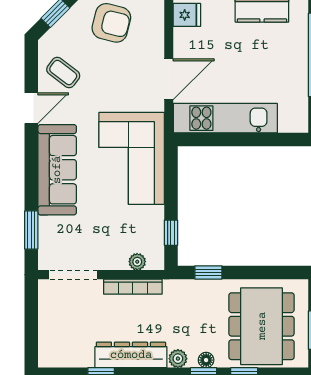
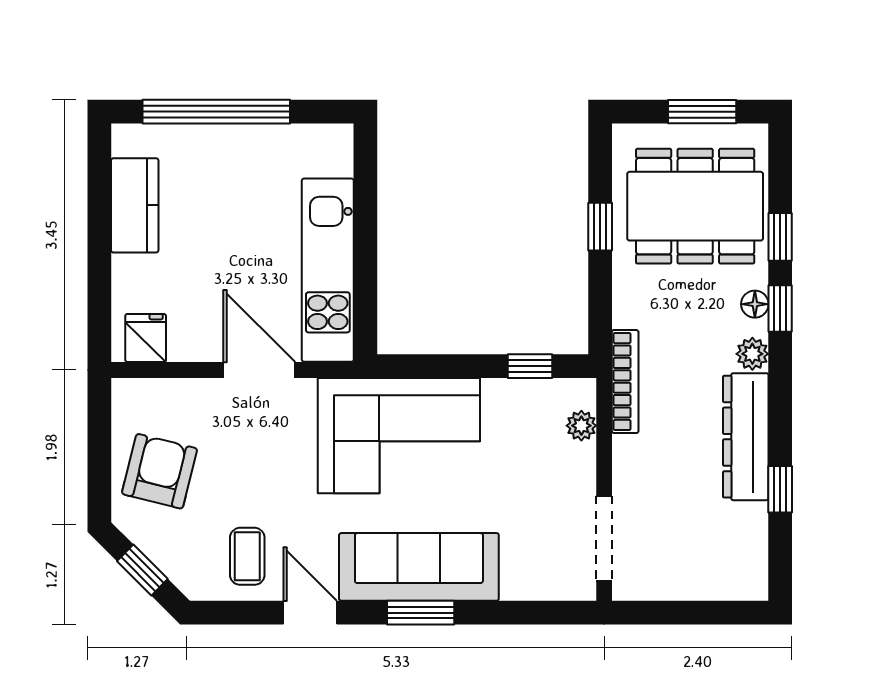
coffee table: (63, 72) -> (247, 556), turned -37
window: (31, 230) -> (421, 613), moved
window: (208, 272) -> (600, 227), moved
bookcase: (133, 287) -> (625, 382), moved

